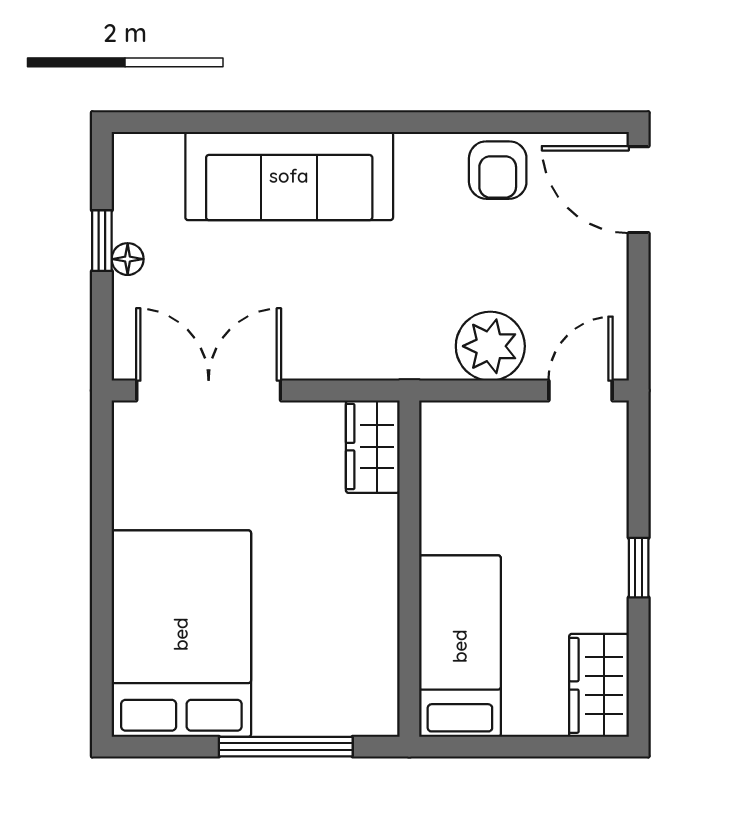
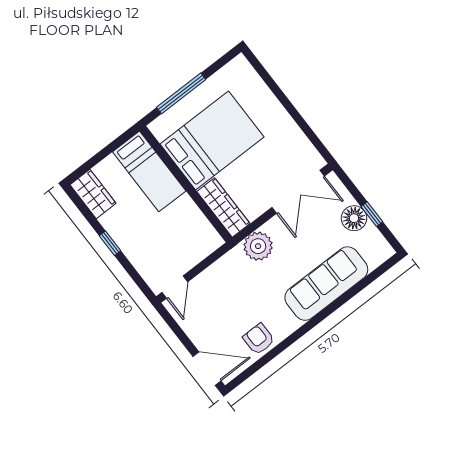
floor lamp: (128, 259) -> (354, 218), width x1.89, depth x1.89
plant: (490, 346) -> (258, 246), moved
wardrobe: (373, 447) -> (223, 208), width x1.50
bed: (181, 634) -> (212, 140), moved, turned -90

